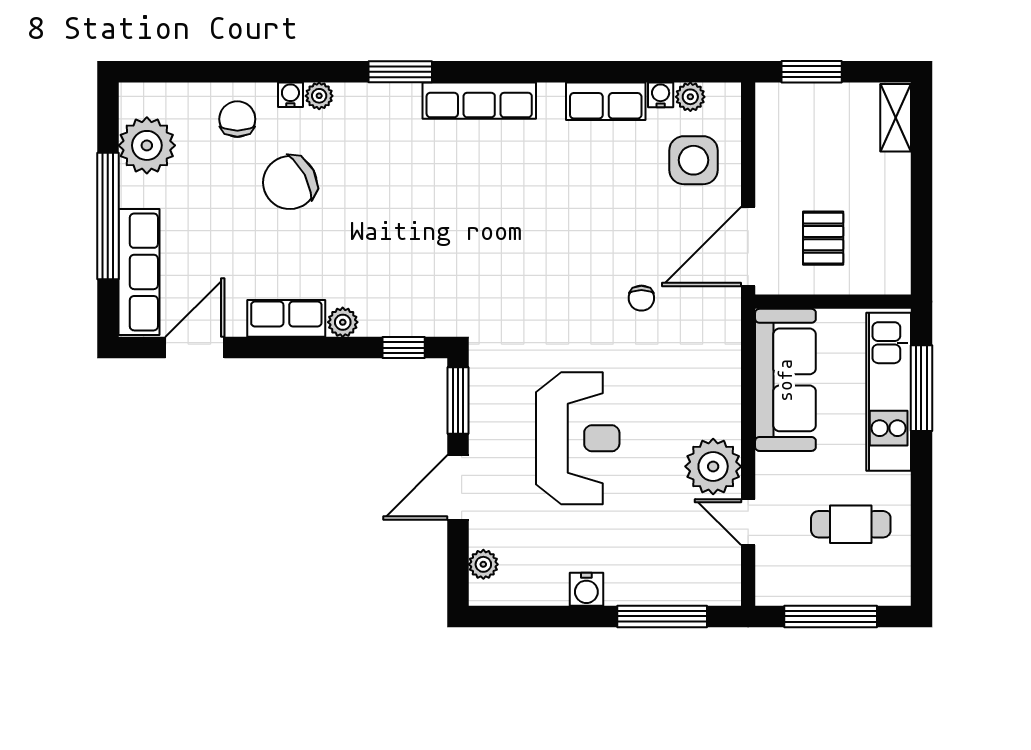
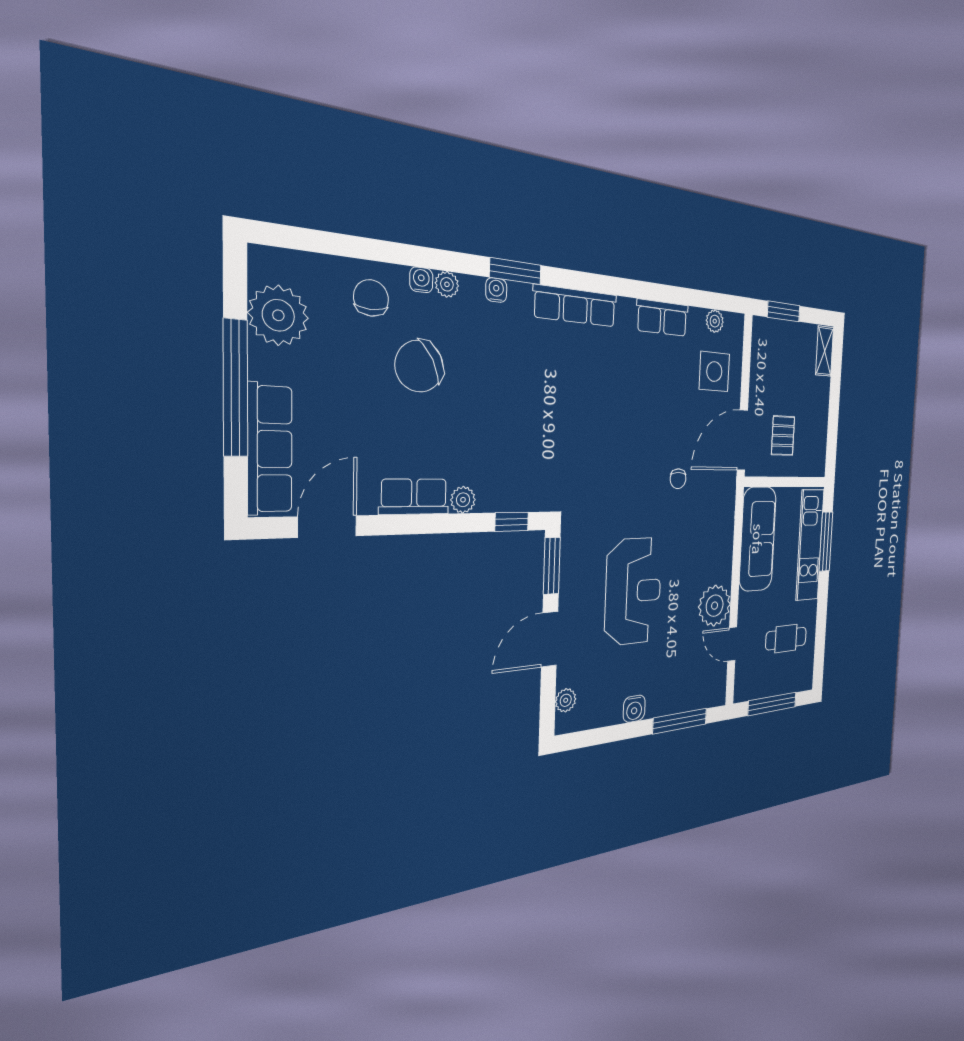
water cooler: (661, 95) -> (496, 290), moved

